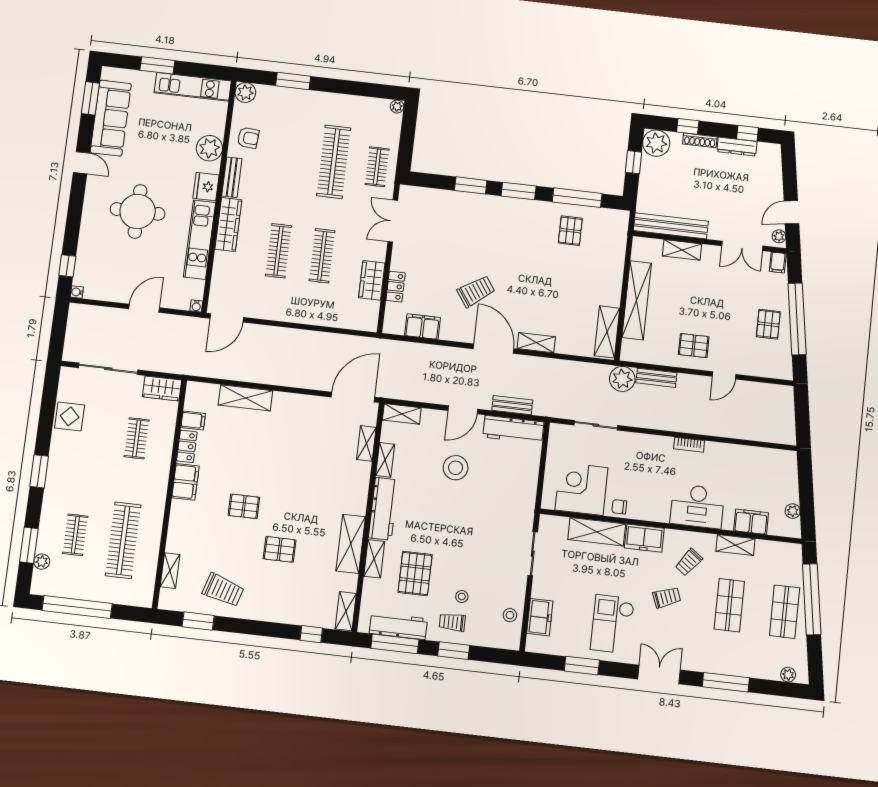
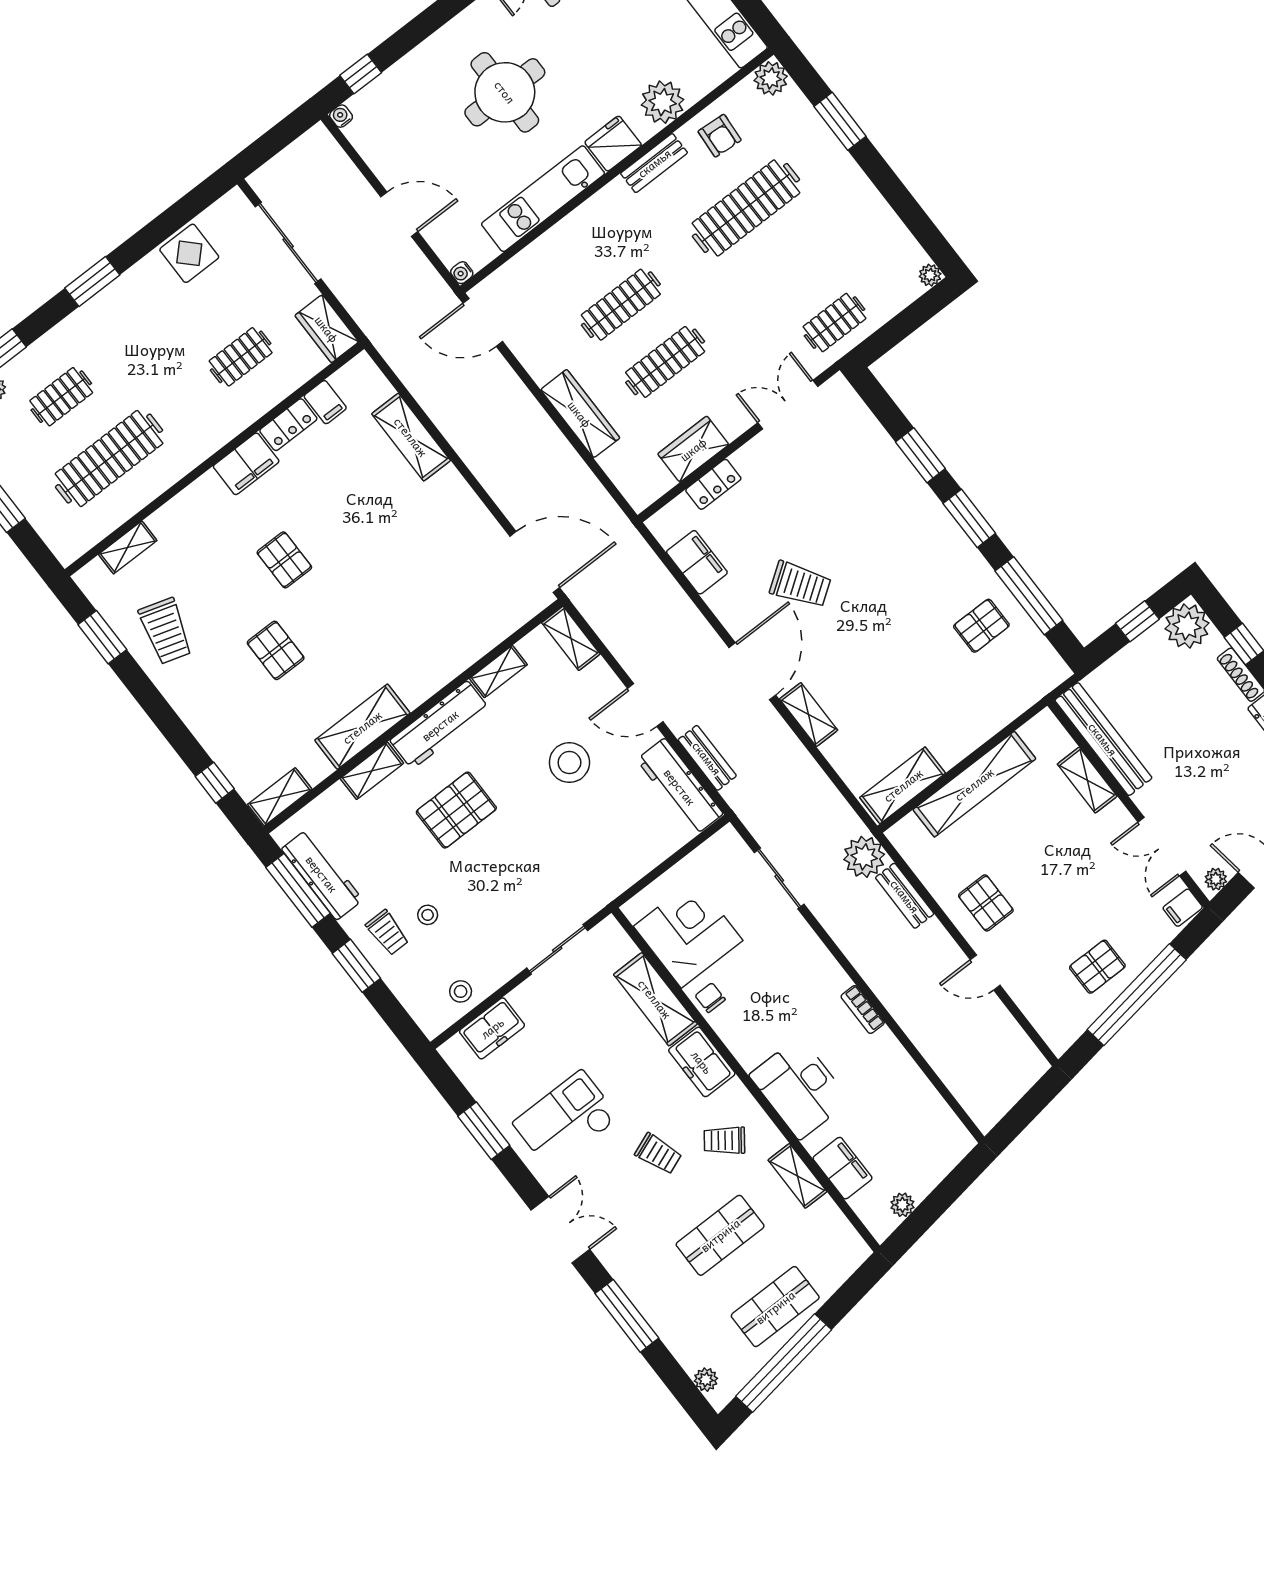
clothes rail: (334, 162) -> (746, 208), moved
wardrobe: (228, 224) -> (580, 414), moved, turned -90
shelving: (366, 443) -> (496, 631), removed
pallet: (415, 574) -> (456, 810), moved
window: (812, 599) -> (784, 1363), moved
trolley: (452, 622) -> (387, 933), turned 180

